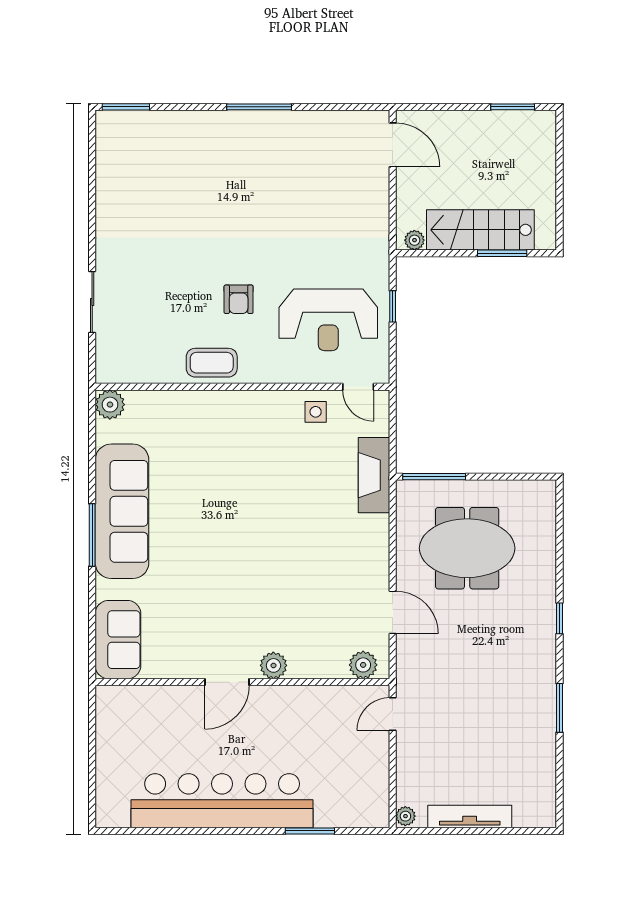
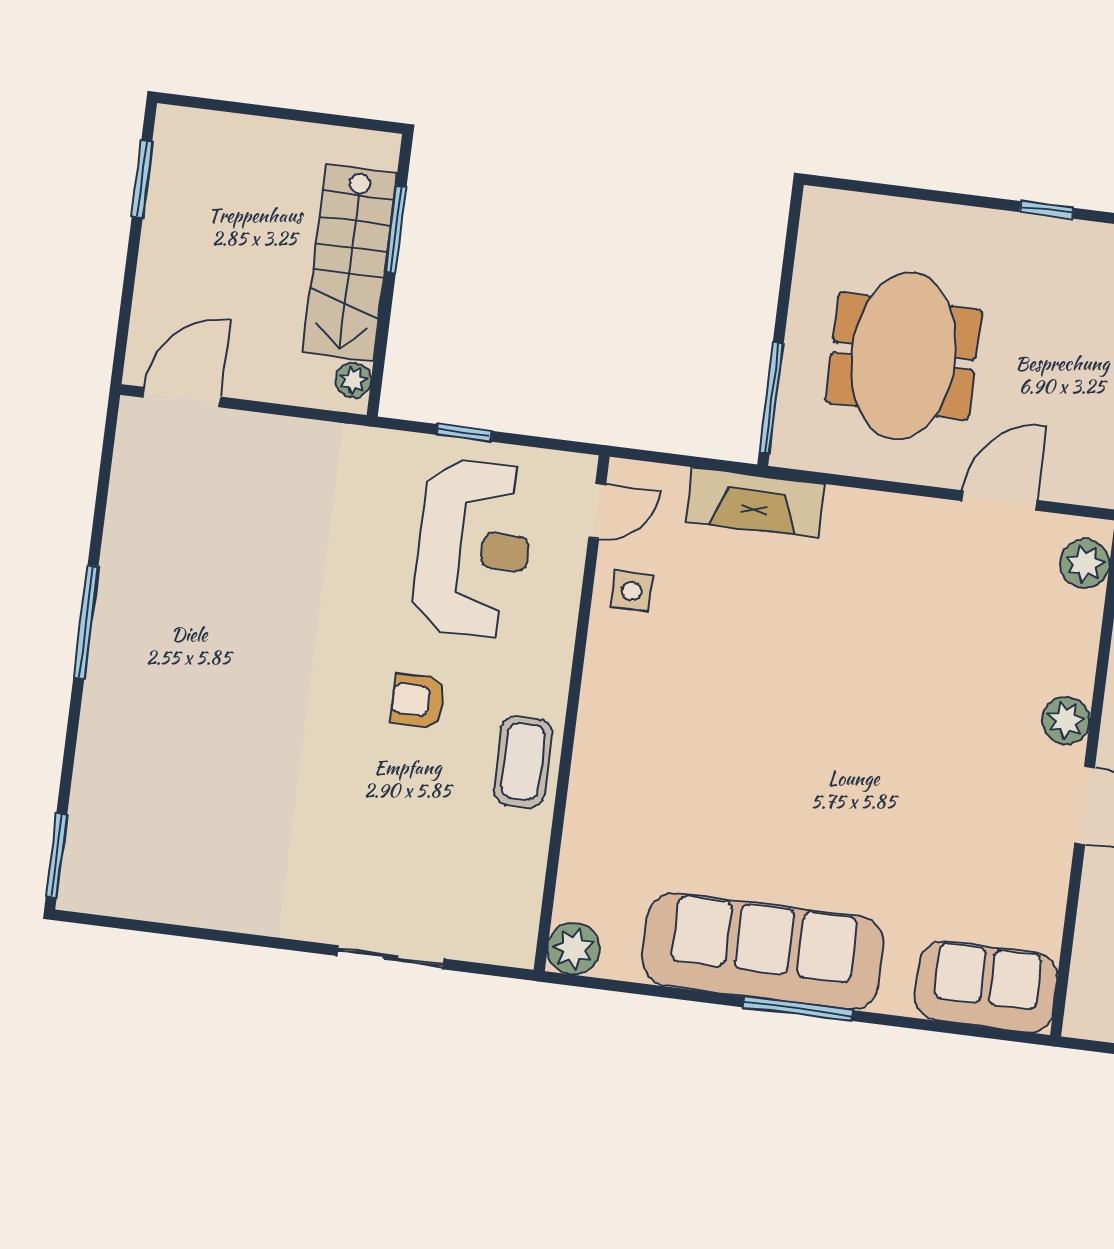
armchair: (239, 299) -> (418, 701), turned 180

